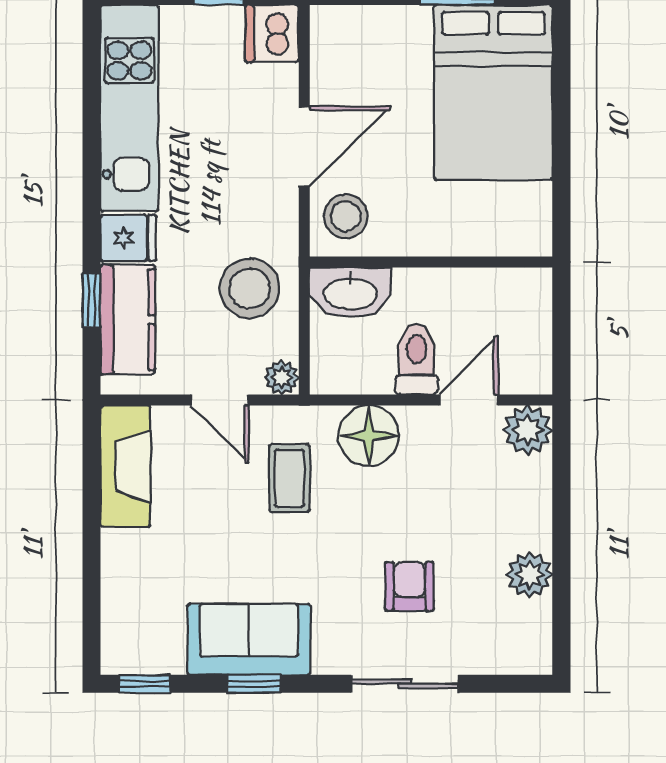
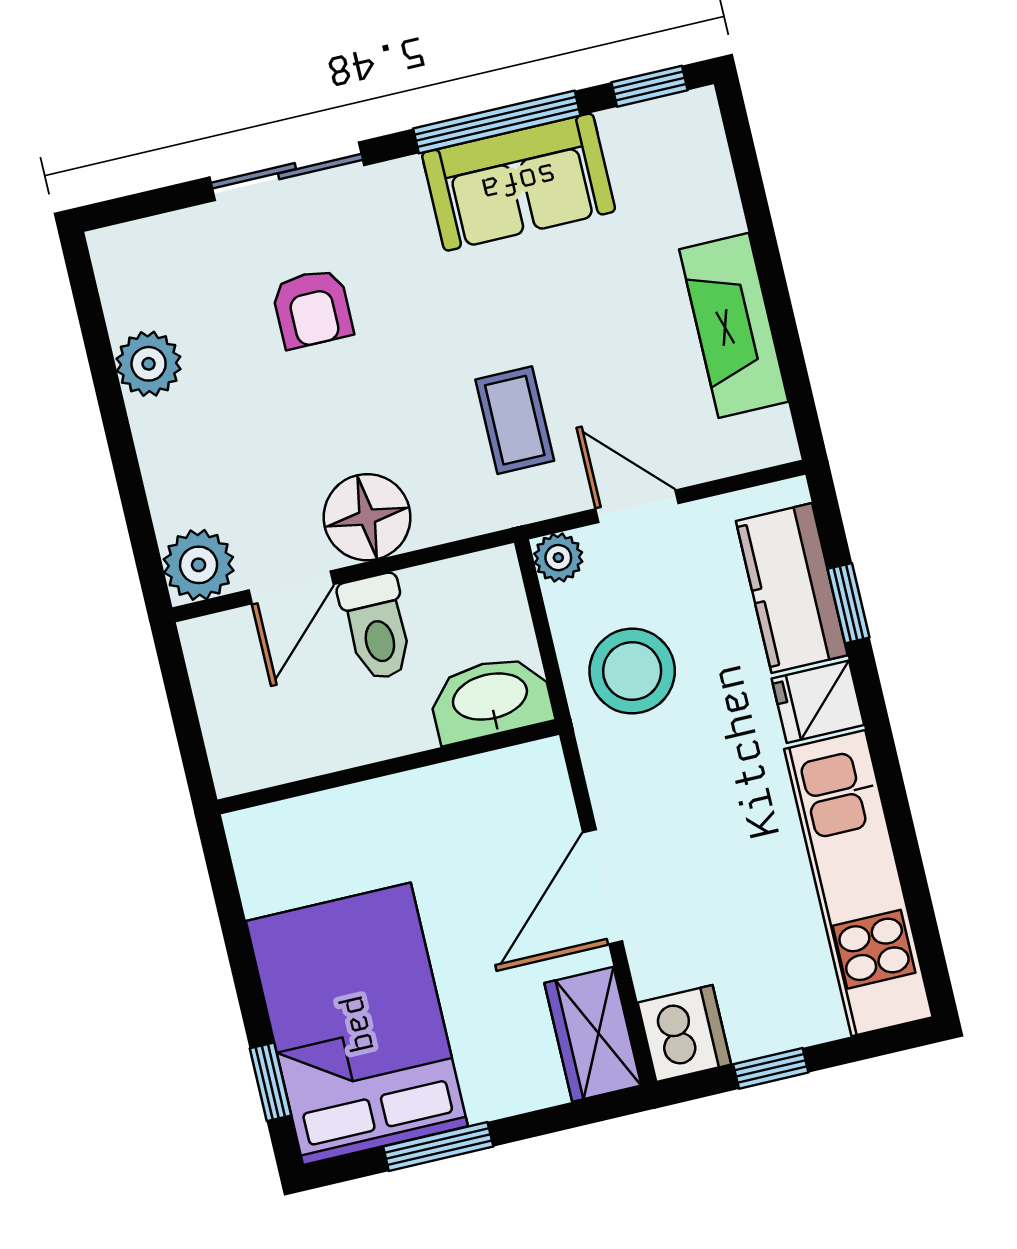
wardrobe: (334, 48) -> (593, 1034), added
window: (561, 67) -> (270, 1082), added
stool: (346, 216) -> (522, 803), removed
floor lamp: (369, 436) -> (367, 517), moved
fireplace: (125, 466) -> (734, 325), moved
window: (254, 684) -> (497, 122), width x2.17

